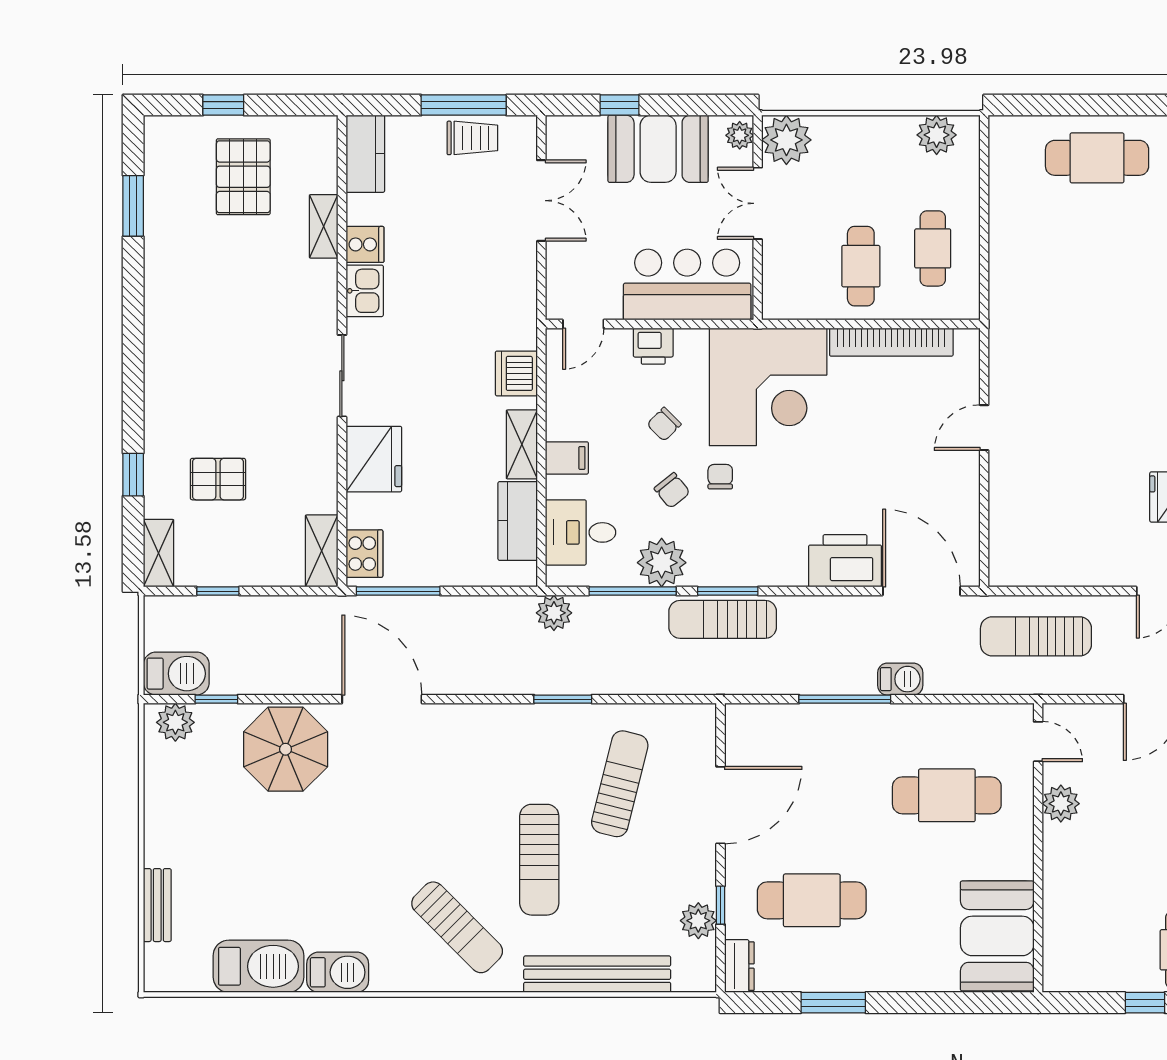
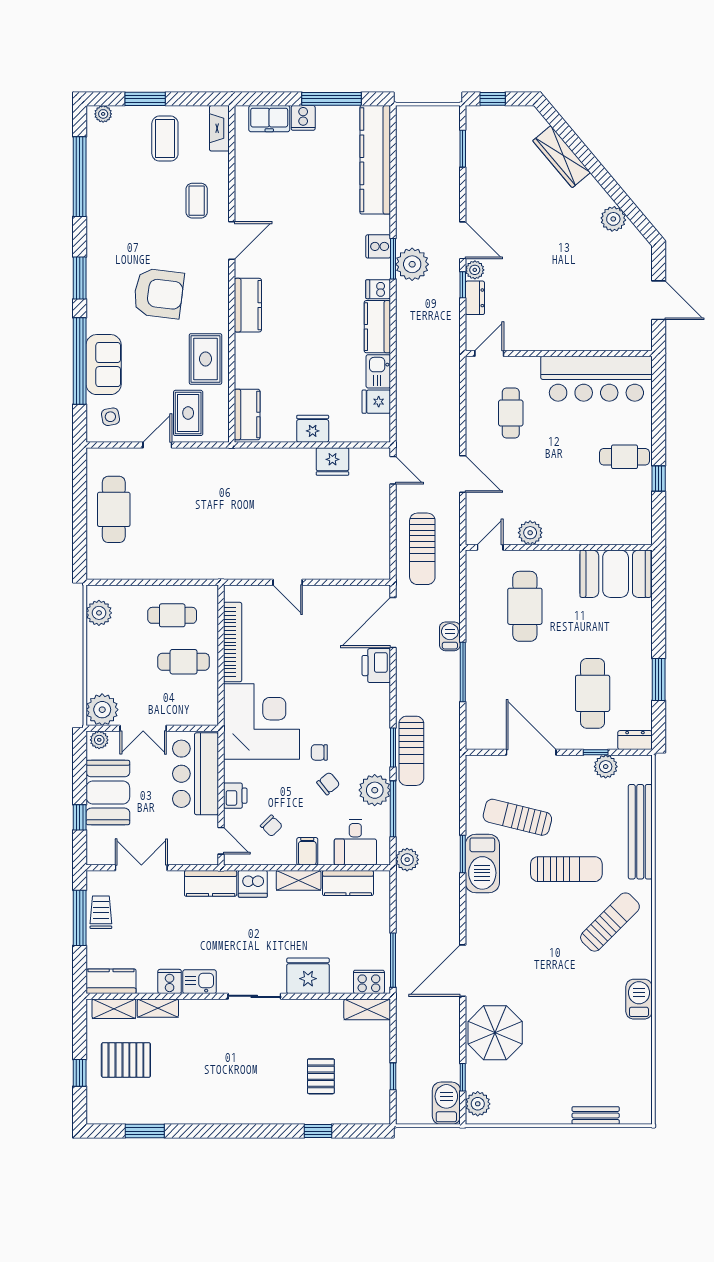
kitchen counter: (517, 308) -> (211, 883), added
chair: (664, 424) -> (271, 826), moved
shelving: (158, 553) -> (114, 1009), moved
printer: (845, 561) -> (376, 666), width x0.73, depth x0.84
barbecue: (259, 966) -> (482, 864), moved, turned 180

